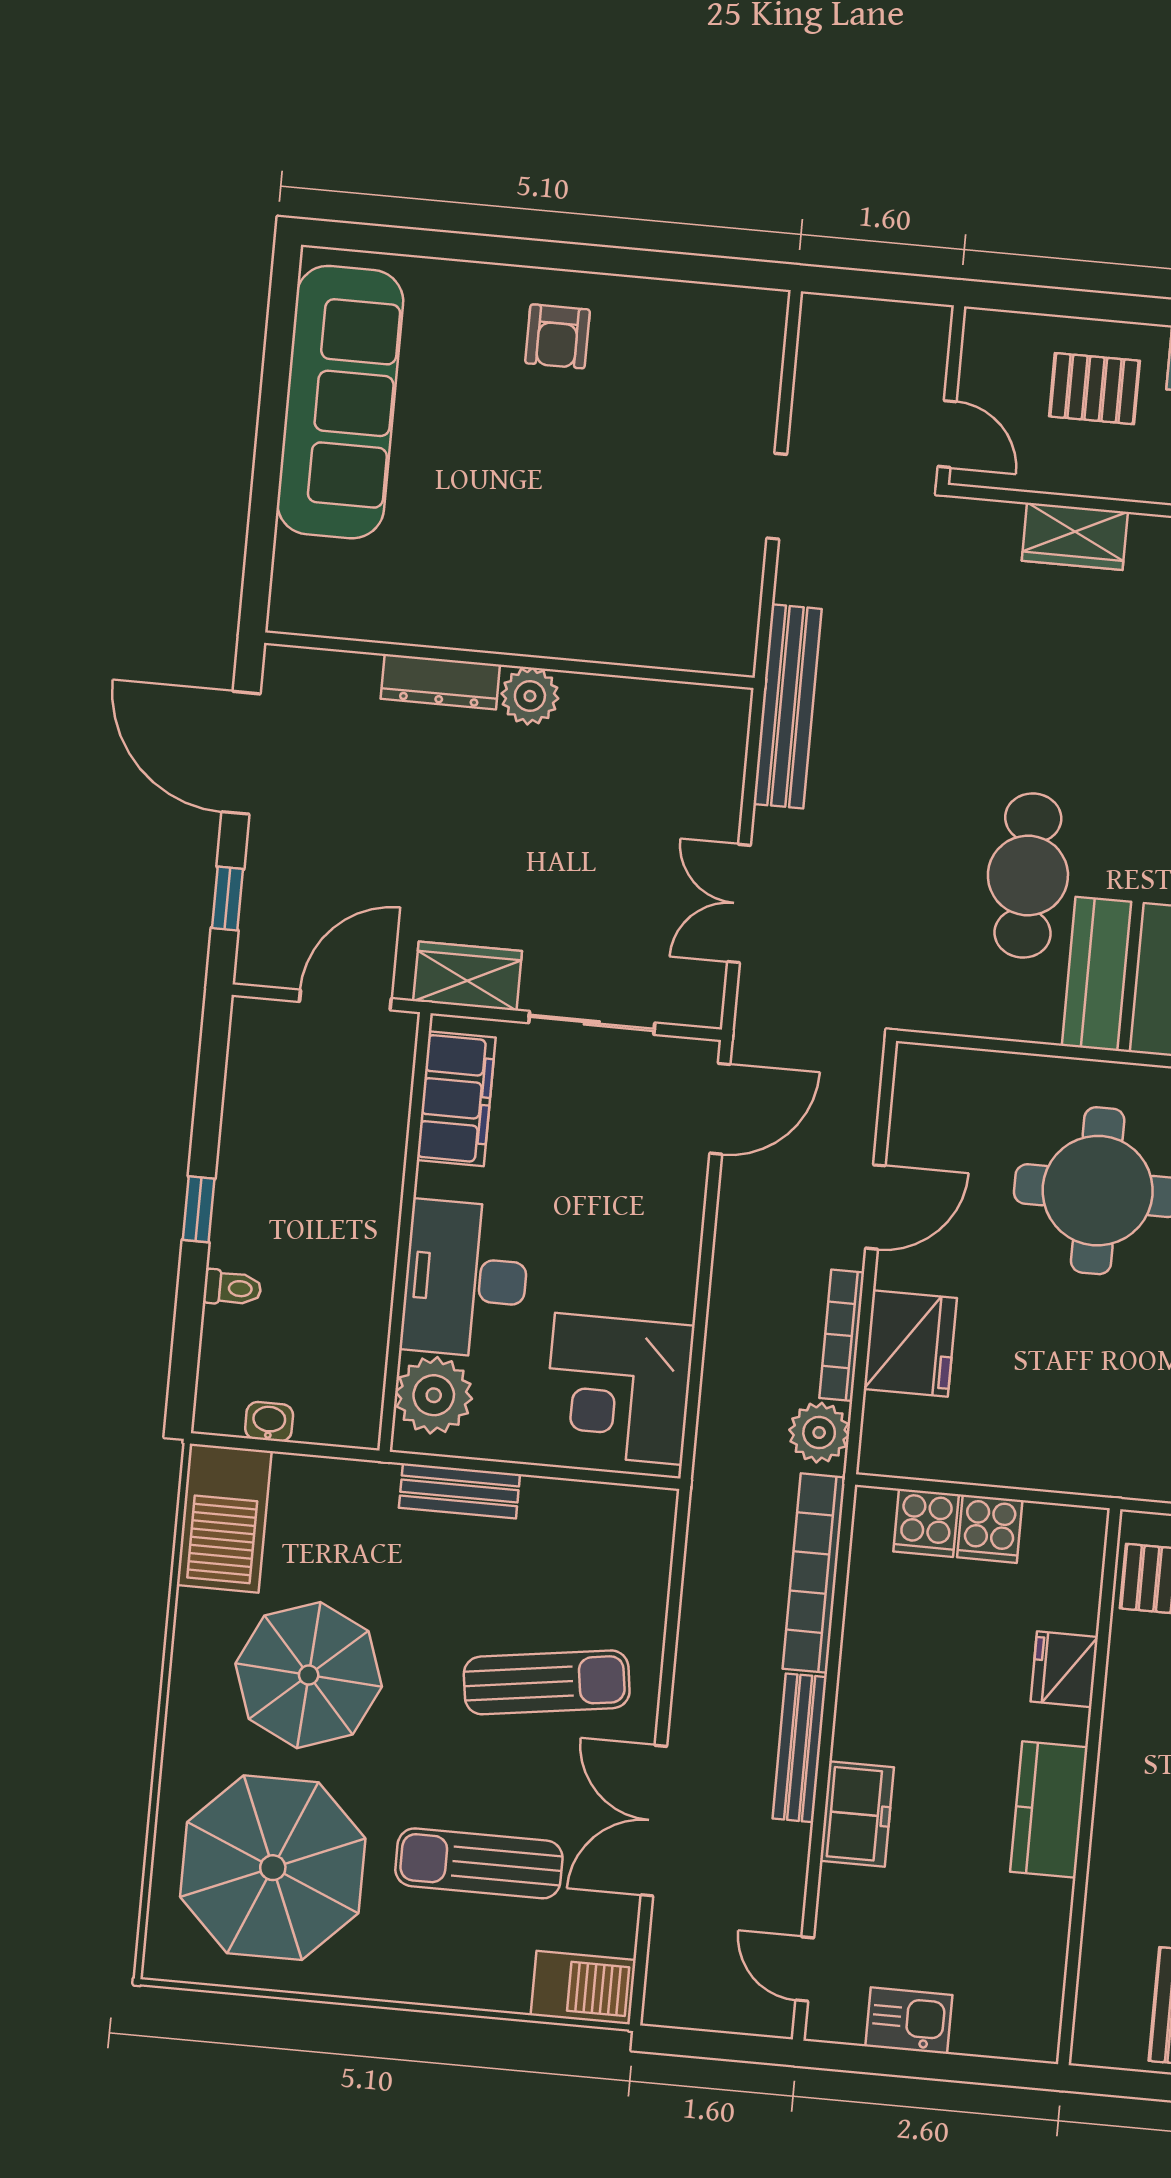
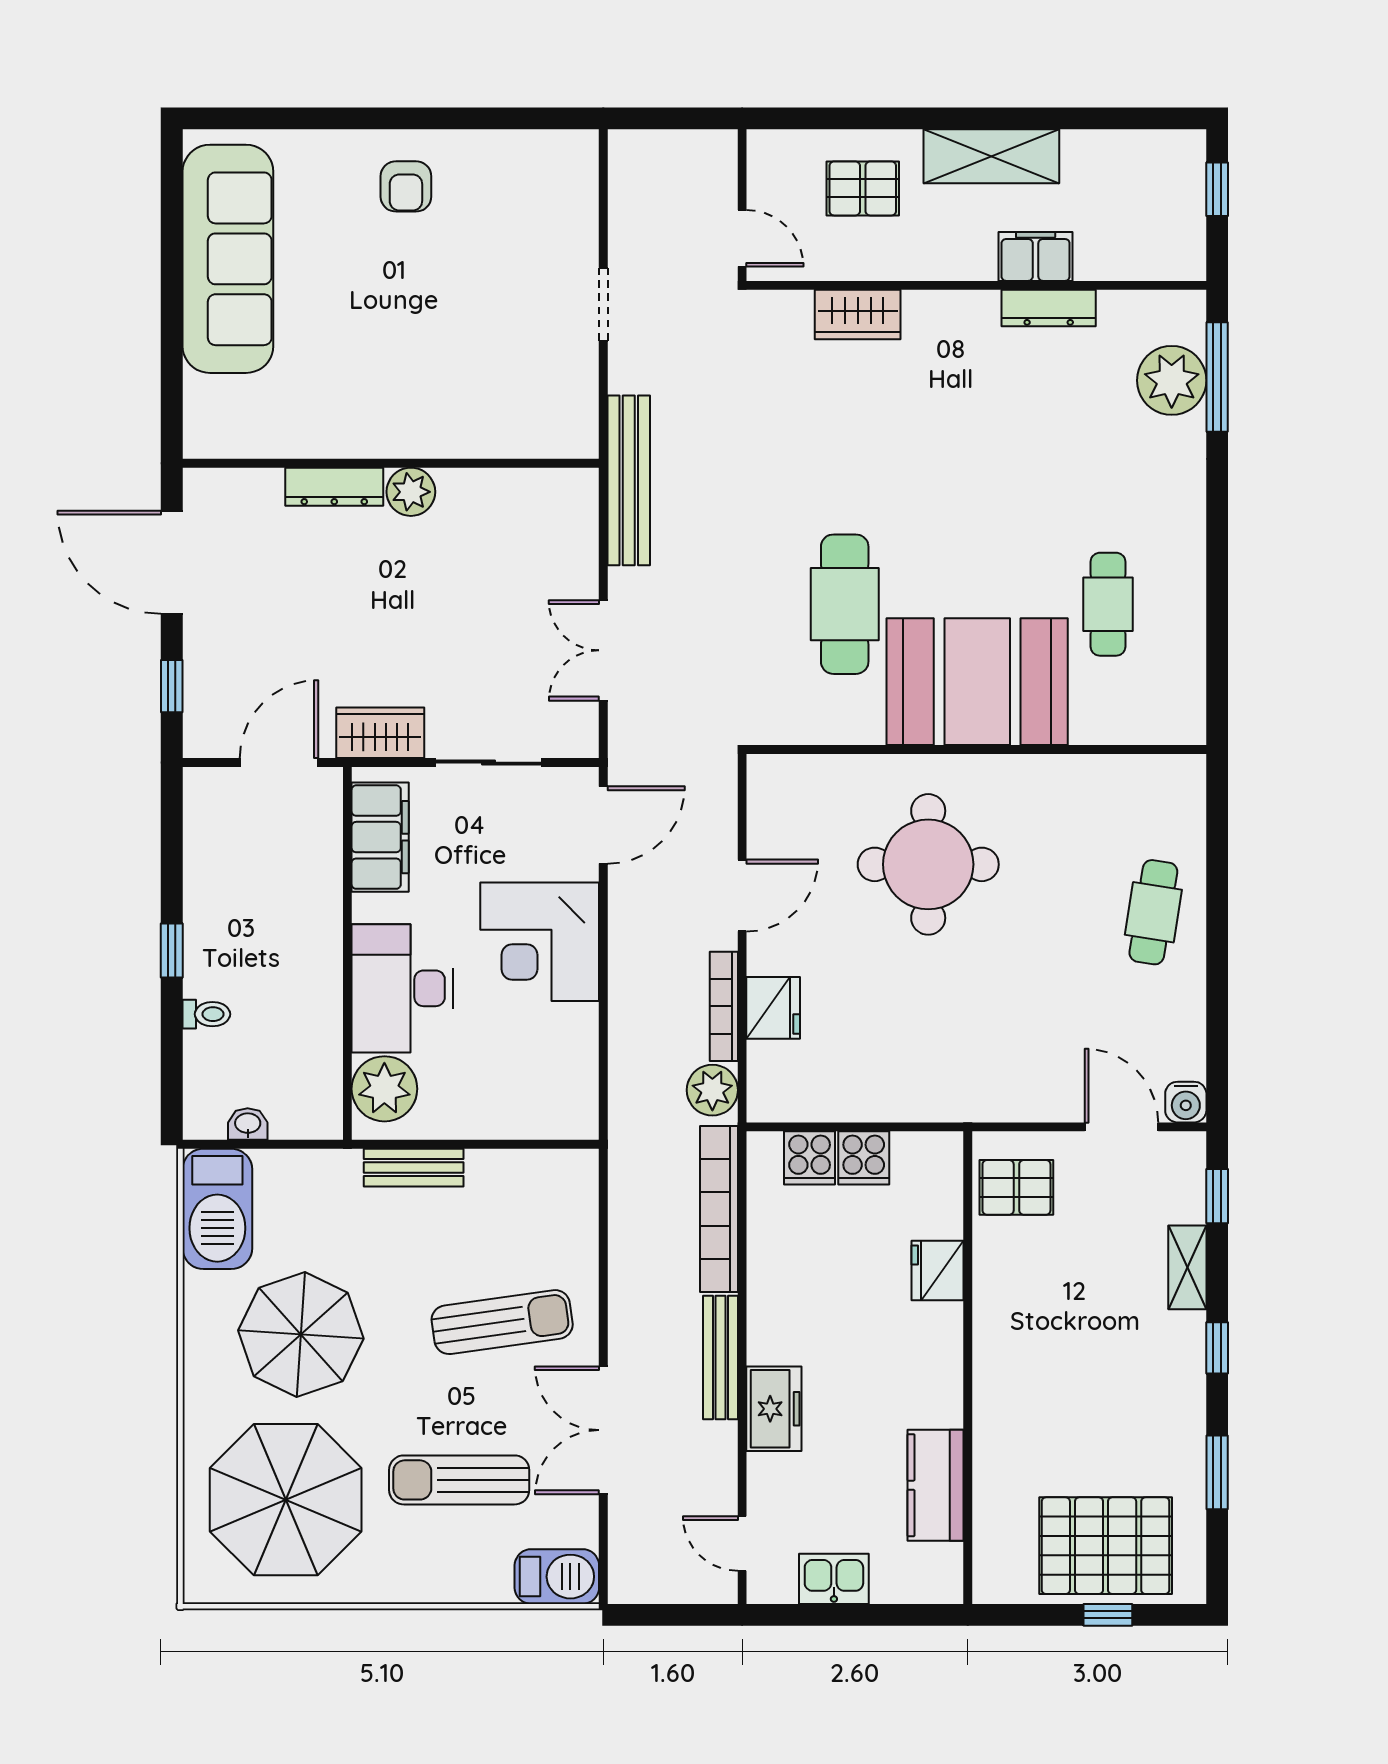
fridge: (910, 1343) -> (773, 1008), width x0.73, depth x0.75
corner desk: (618, 1389) -> (540, 942), moved
kitchen counter: (1049, 1809) -> (936, 1485), moved

